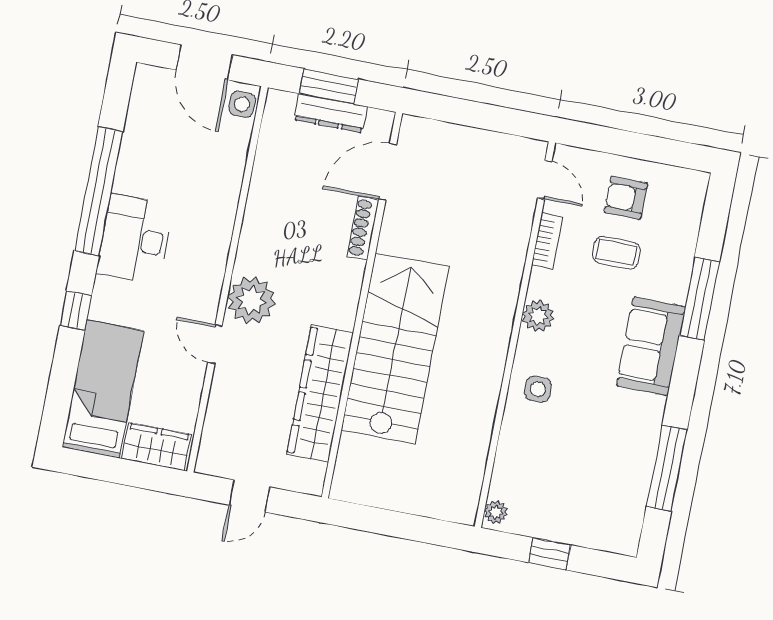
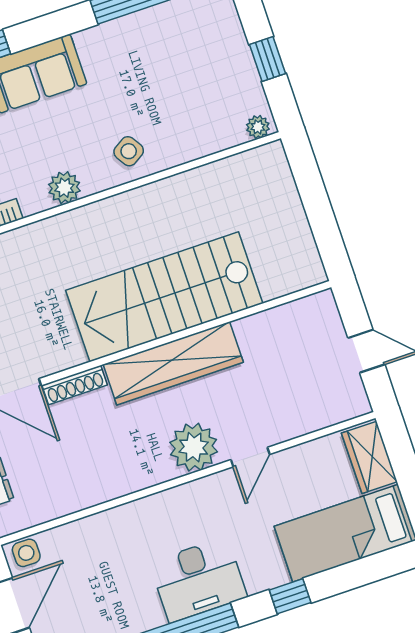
side table: (538, 389) -> (129, 151), turned -32
wardrobe: (320, 394) -> (173, 363), moved

